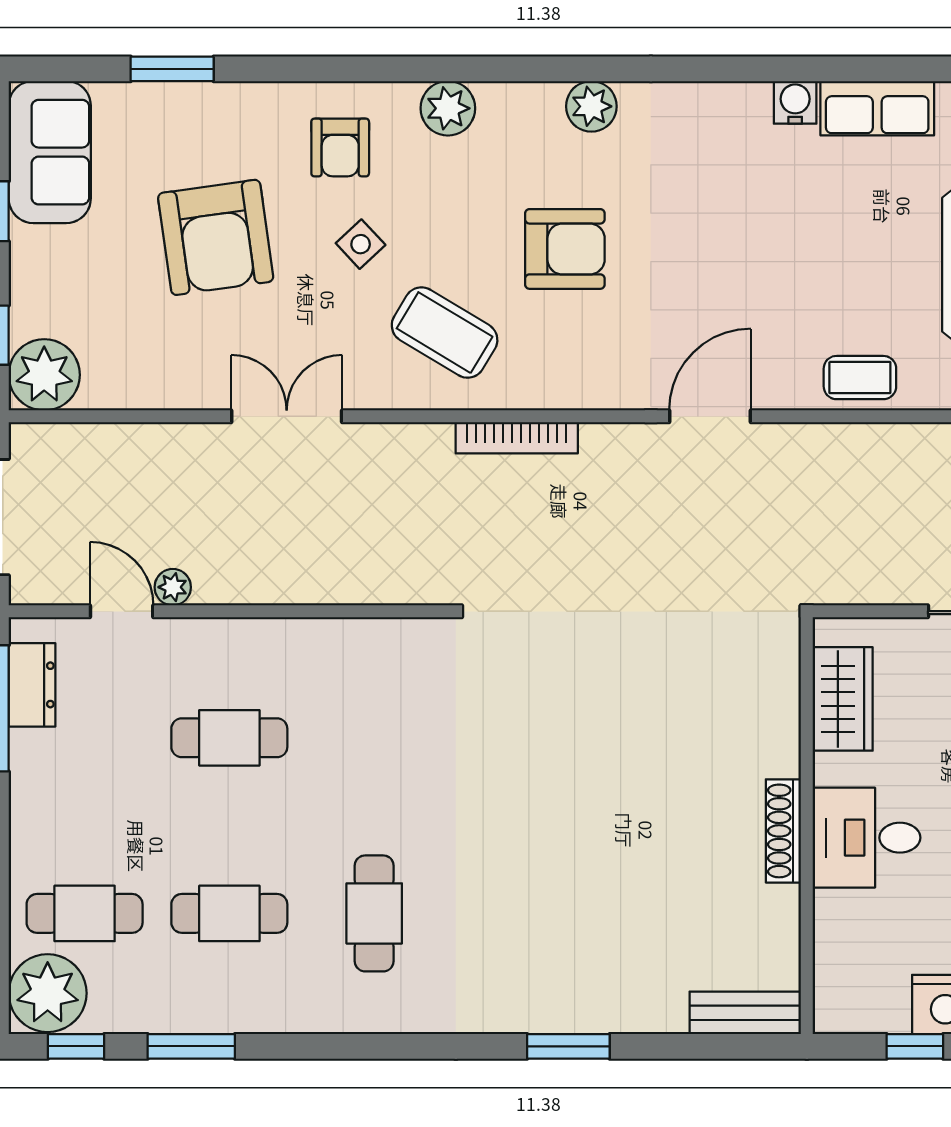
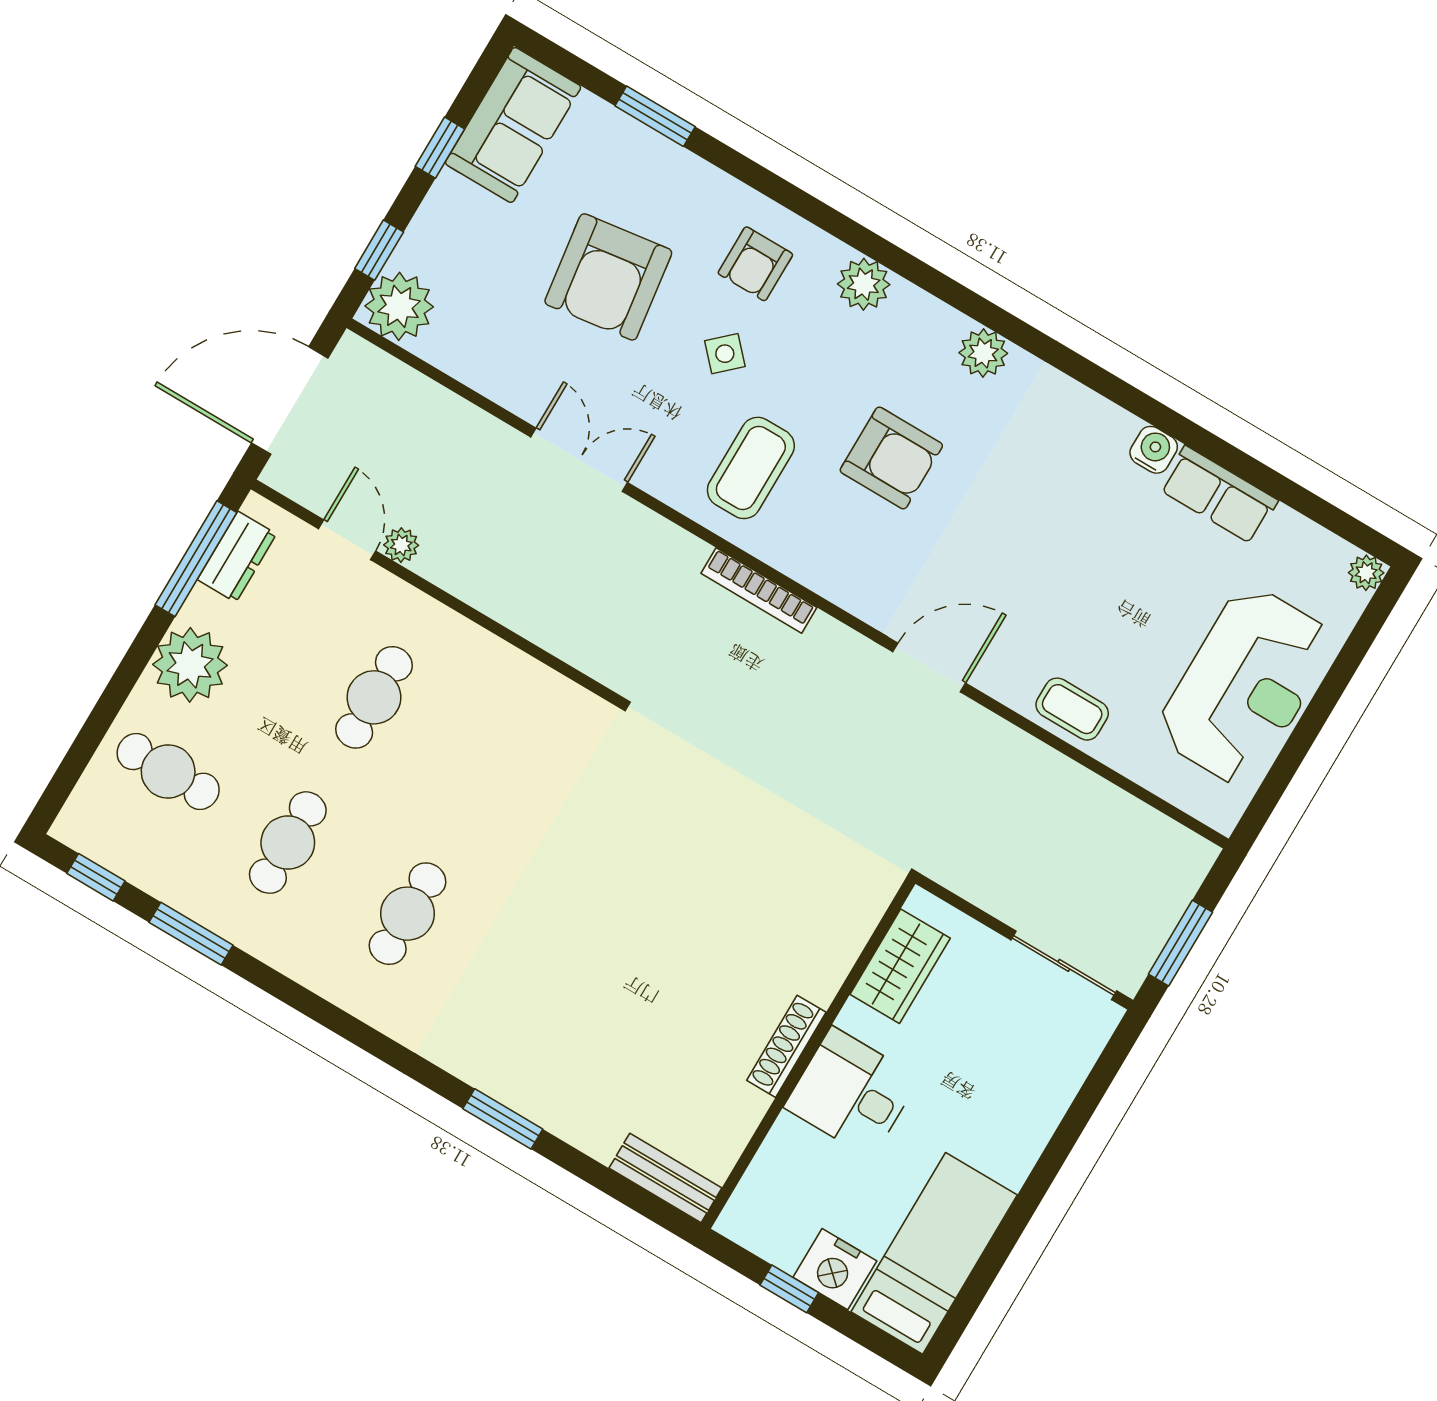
coffee table: (445, 333) -> (751, 468), turned 59
cafe table: (229, 738) -> (374, 697), turned 90
cafe table: (229, 913) -> (288, 843), turned 90
plant: (48, 993) -> (190, 665), moved

